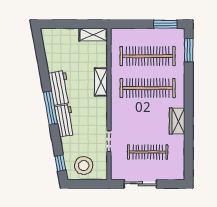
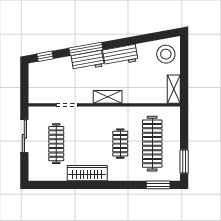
shelving: (101, 82) -> (108, 97), moved
clothes rail: (148, 88) -> (120, 144), width x0.54, depth x0.76
window: (50, 108) -> (86, 49), moved
wardrobe: (177, 121) -> (87, 173), width x1.50
stool: (84, 166) -> (166, 54), moved

